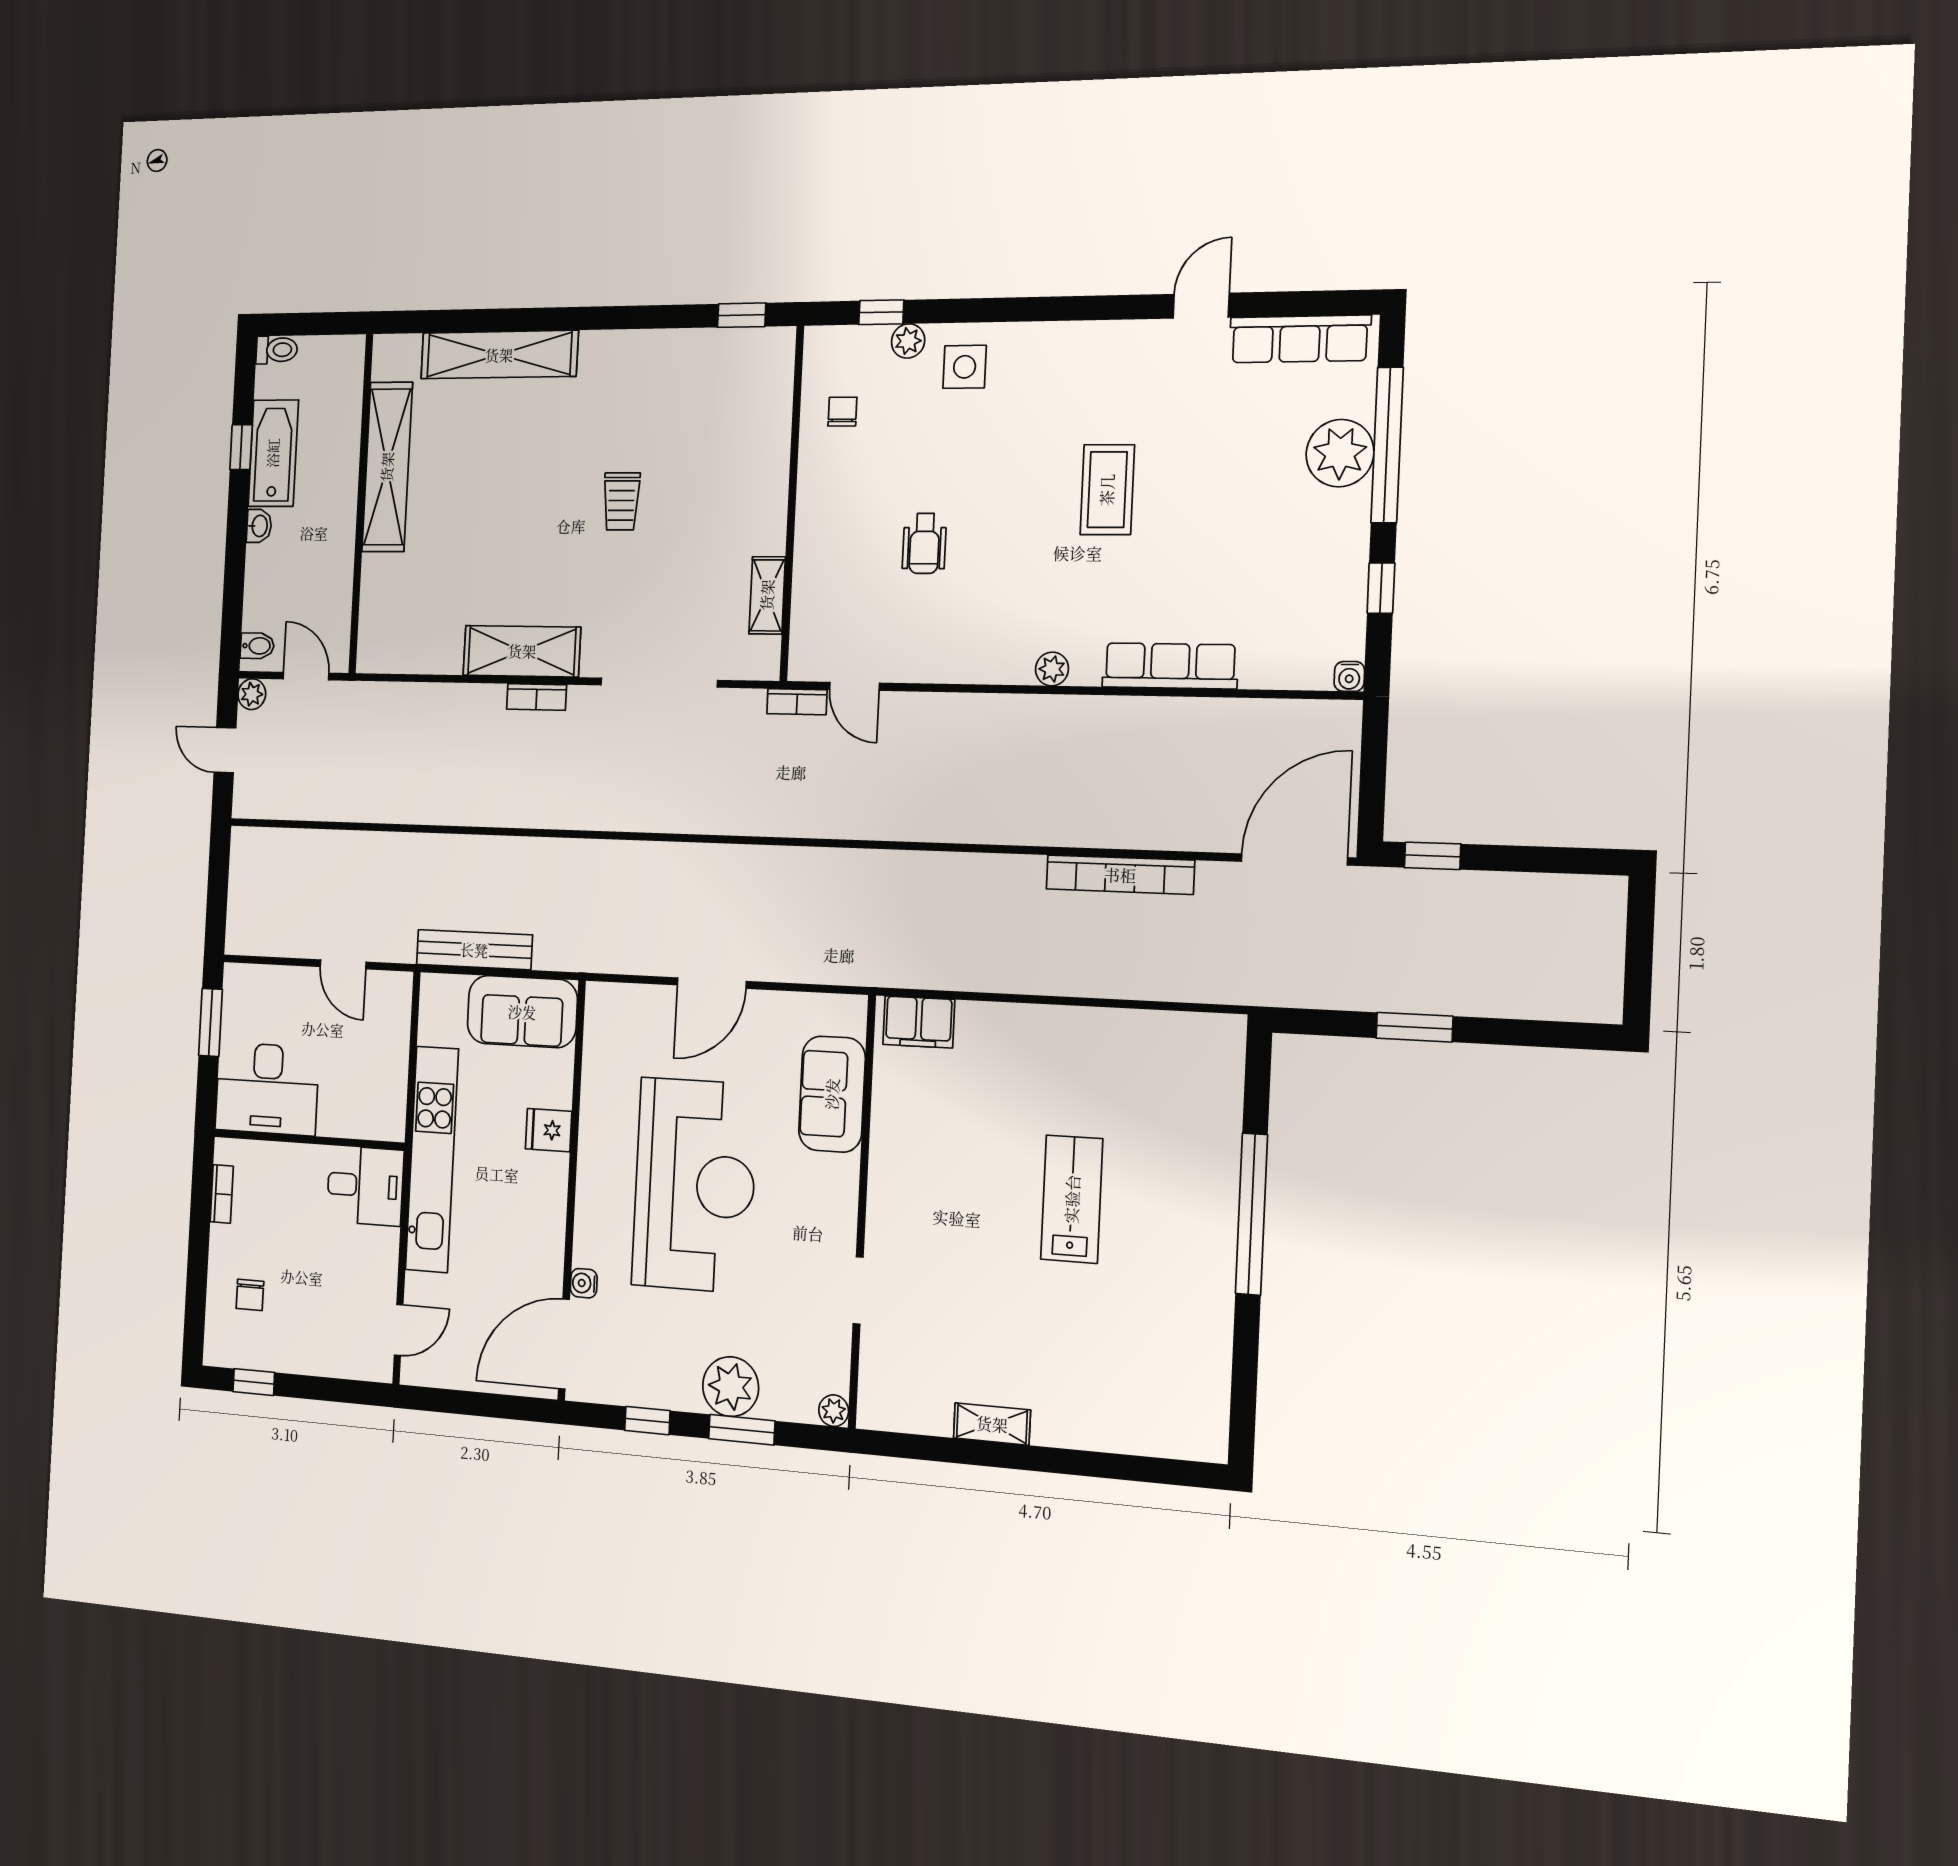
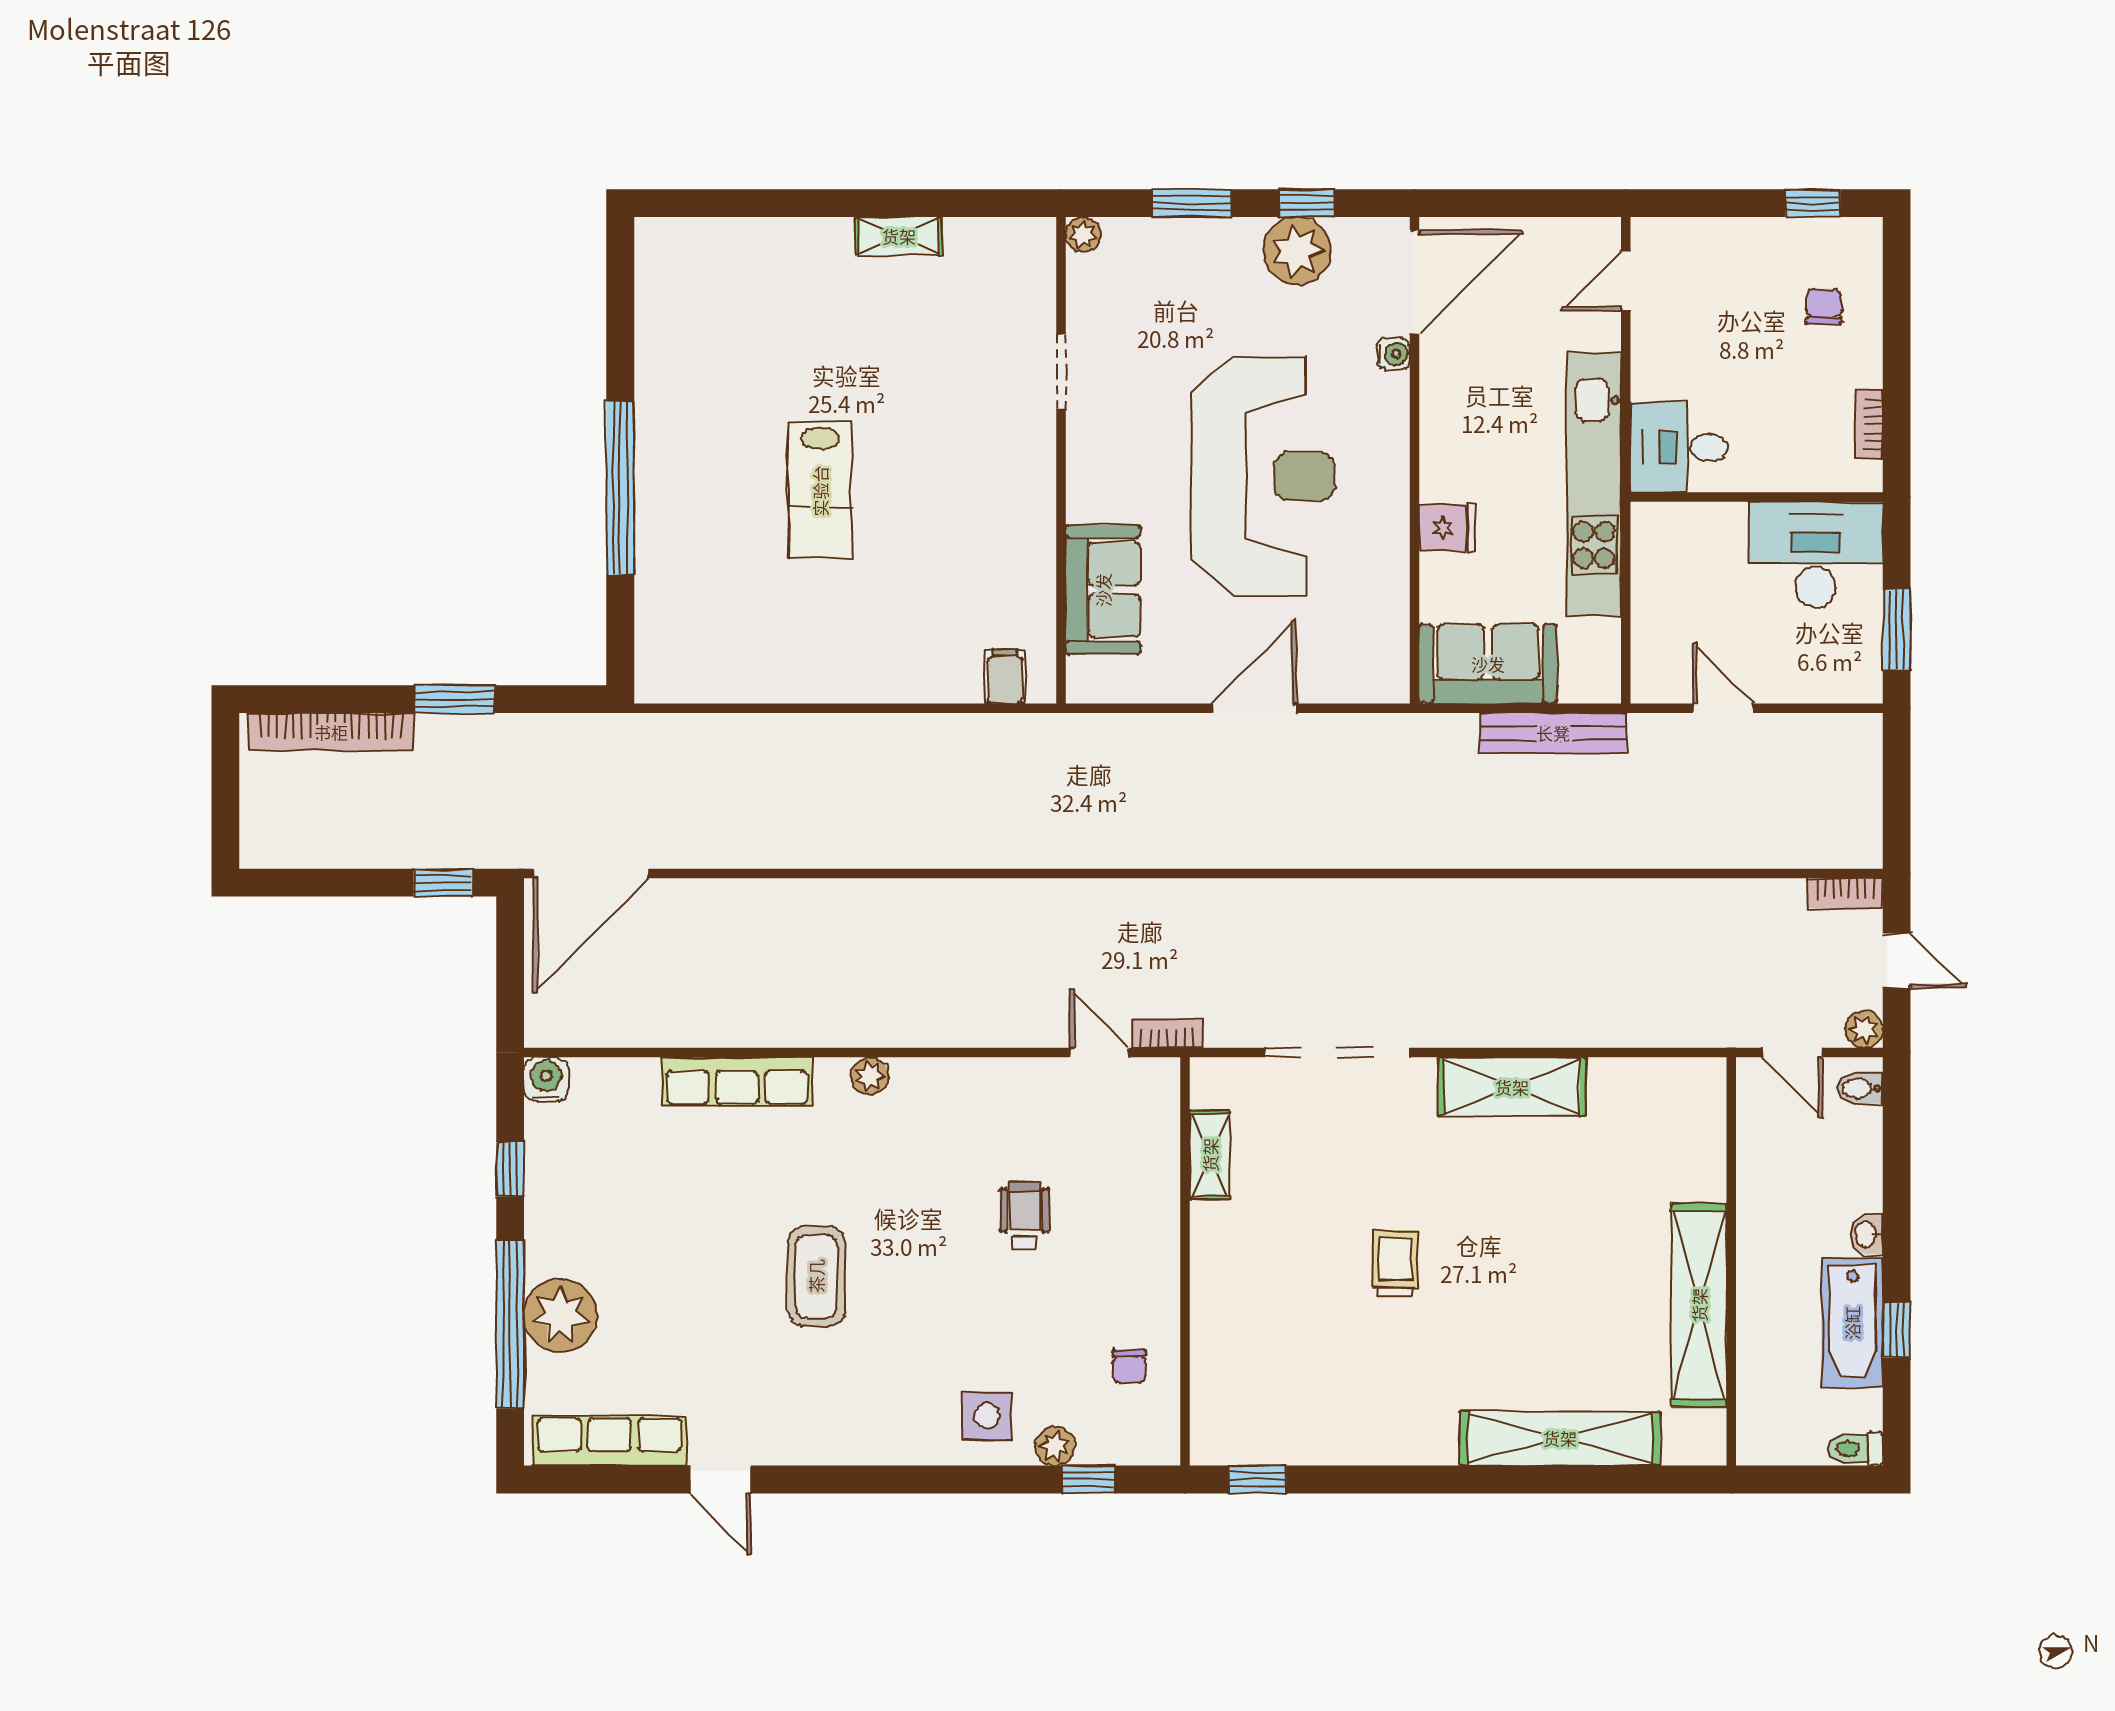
door: (1201, 306) -> (720, 1480), hinge flipped
water cooler: (1349, 676) -> (546, 1079), width x1.38, depth x1.38
bookcase: (537, 697) -> (1845, 893), moved, turned 180
bookcase: (1120, 875) -> (331, 732), moved, turned 180
filing cabinet: (919, 1022) -> (1005, 676), width x0.50
reception desk: (695, 1185) -> (1263, 476), turned 180
plant: (731, 1387) -> (1297, 251), moved

